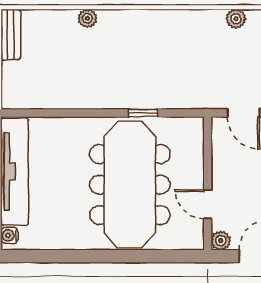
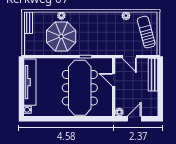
parasol: (87, 67) -> (61, 37), added
door: (208, 204) -> (114, 80), moved

